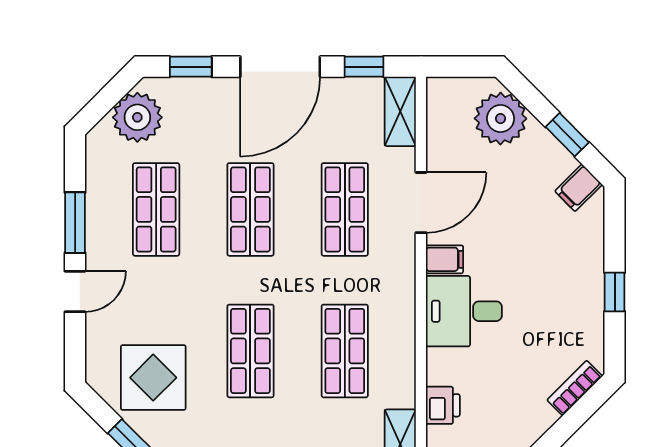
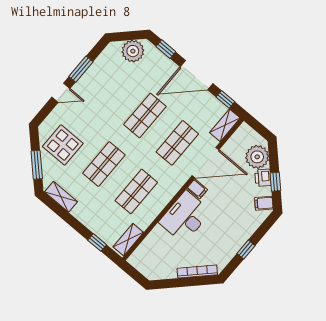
door: (421, 203) -> (205, 163), width x1.36
shop shelf: (156, 209) -> (113, 88), removed
desk: (464, 311) -> (185, 217), width x1.37
bookcase: (575, 388) -> (197, 272), width x1.56
printer: (443, 405) -> (263, 178), moved, turned 135

